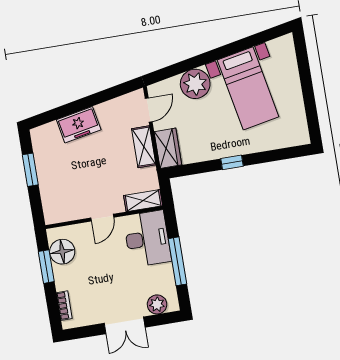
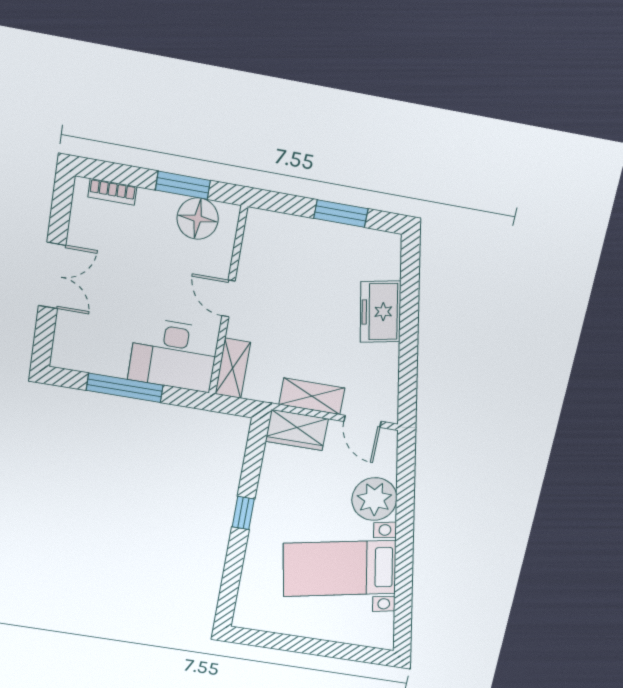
plant: (157, 304) -> (69, 336), removed
double door: (125, 325) -> (52, 276), swing flipped

